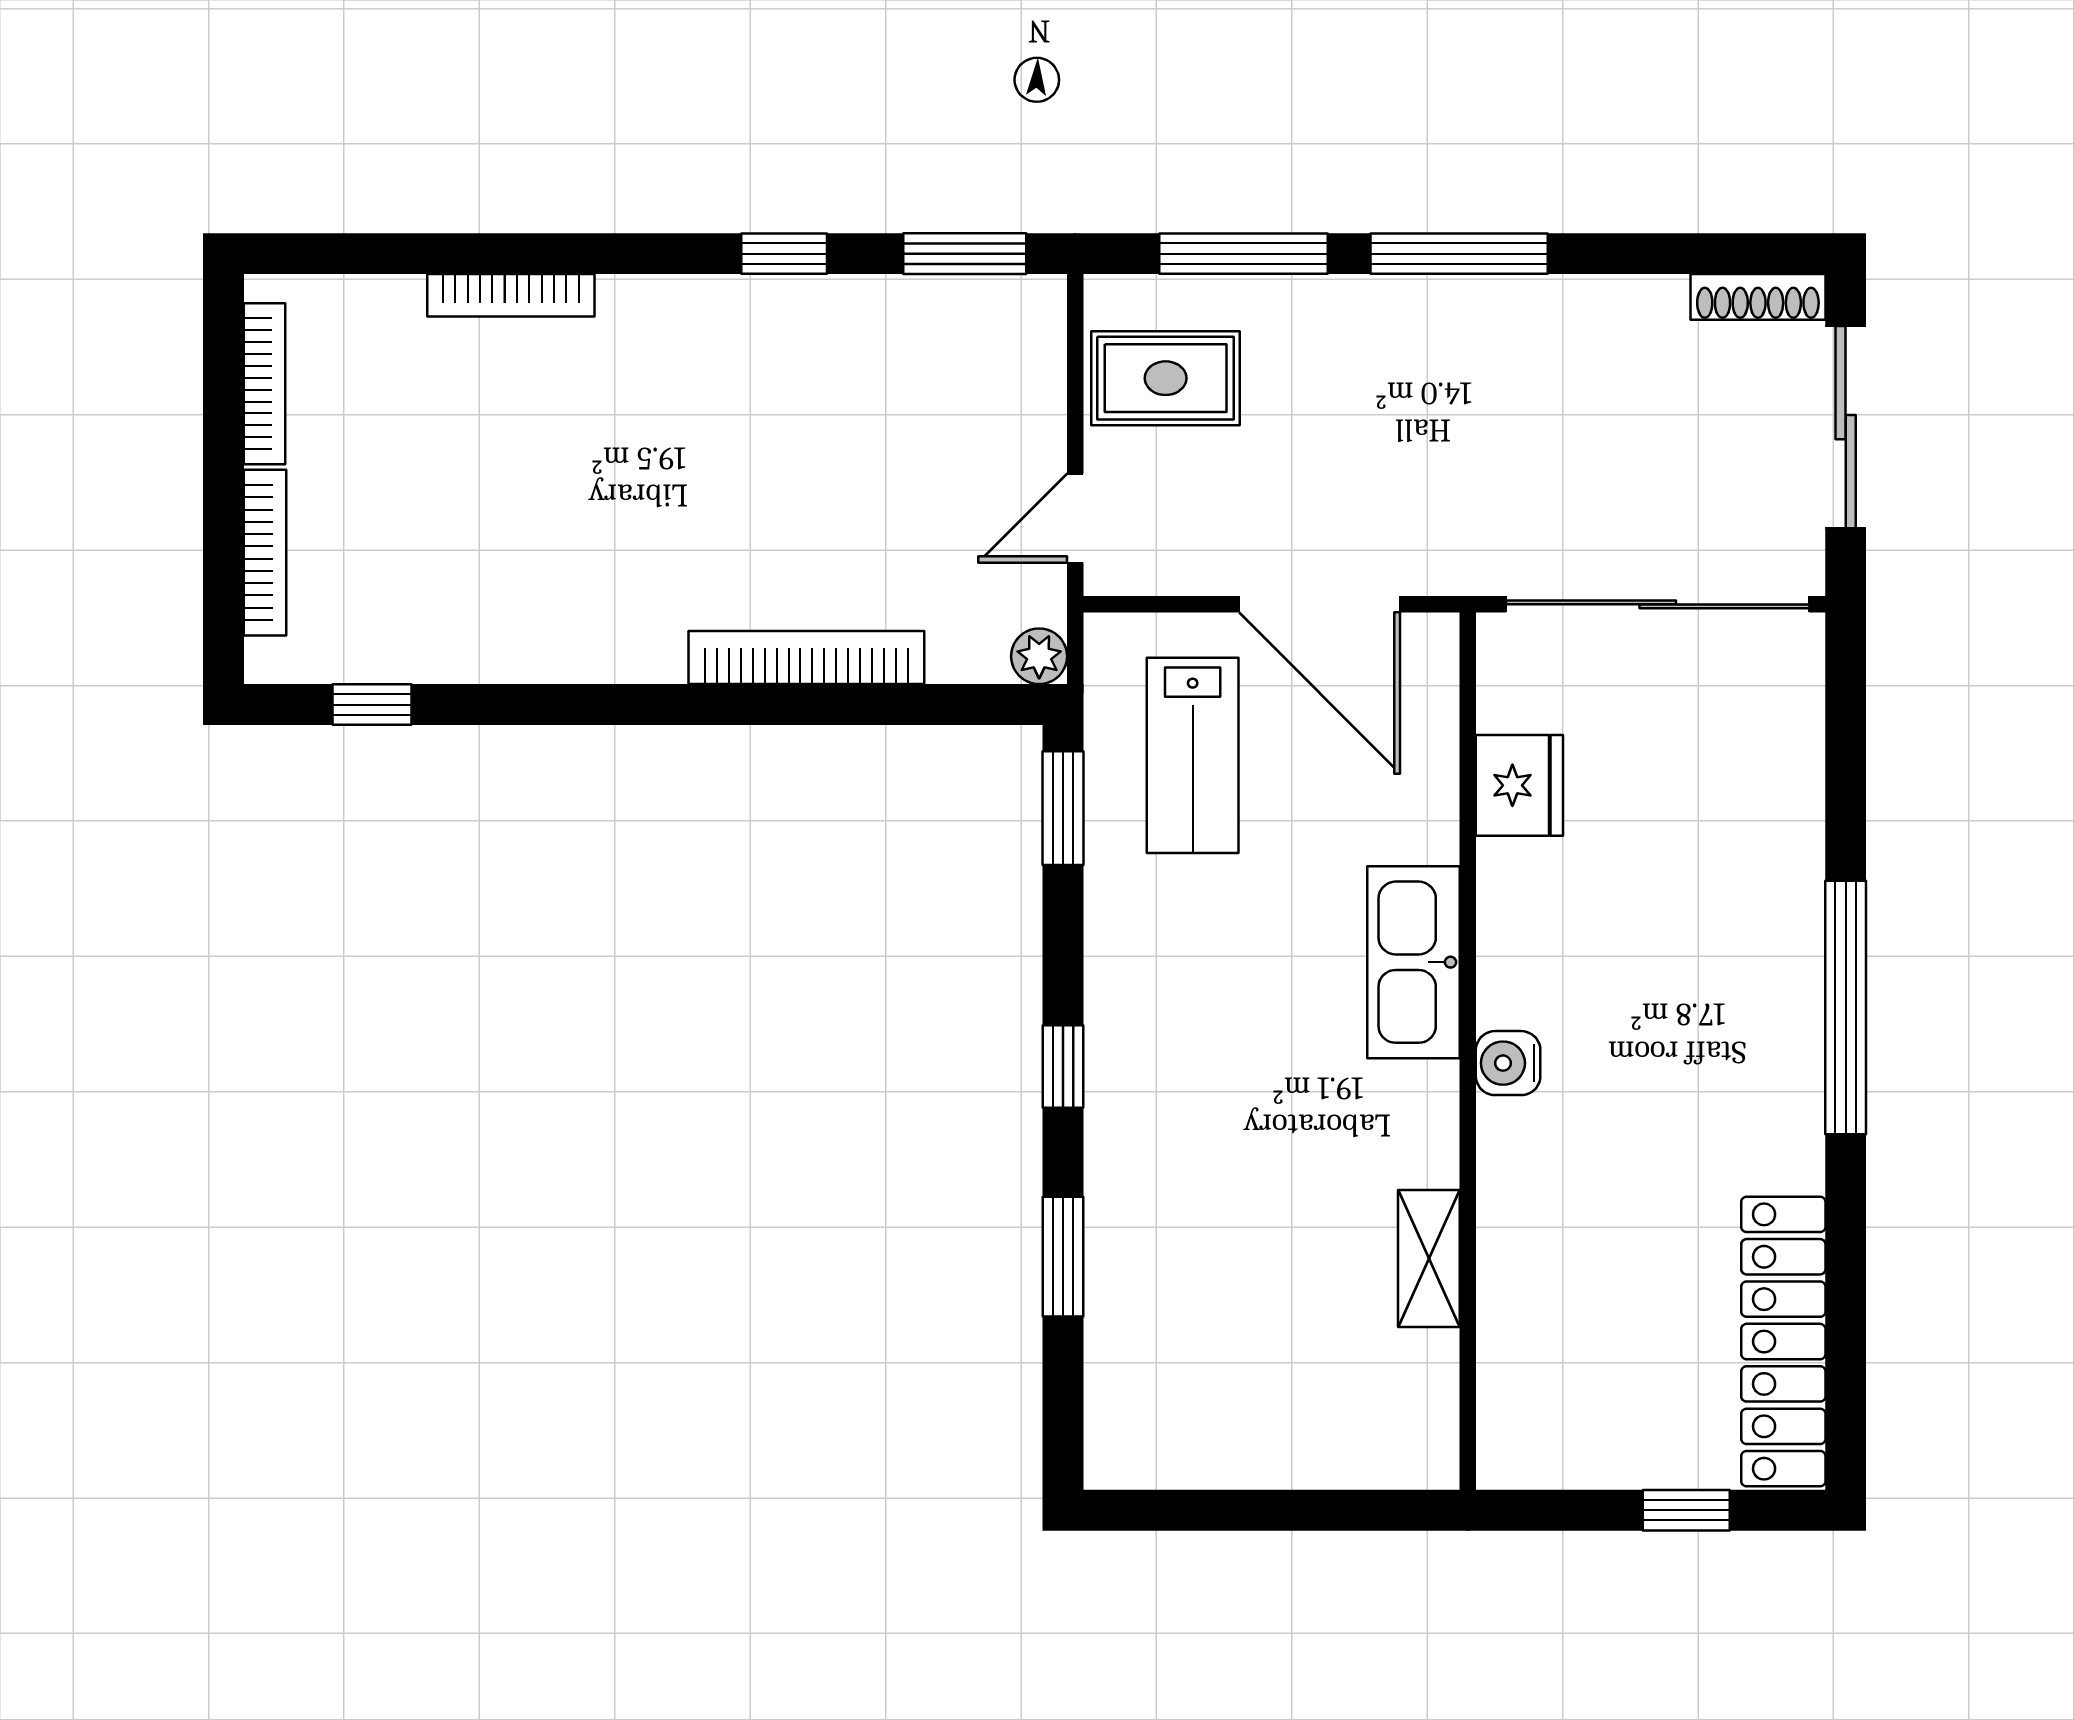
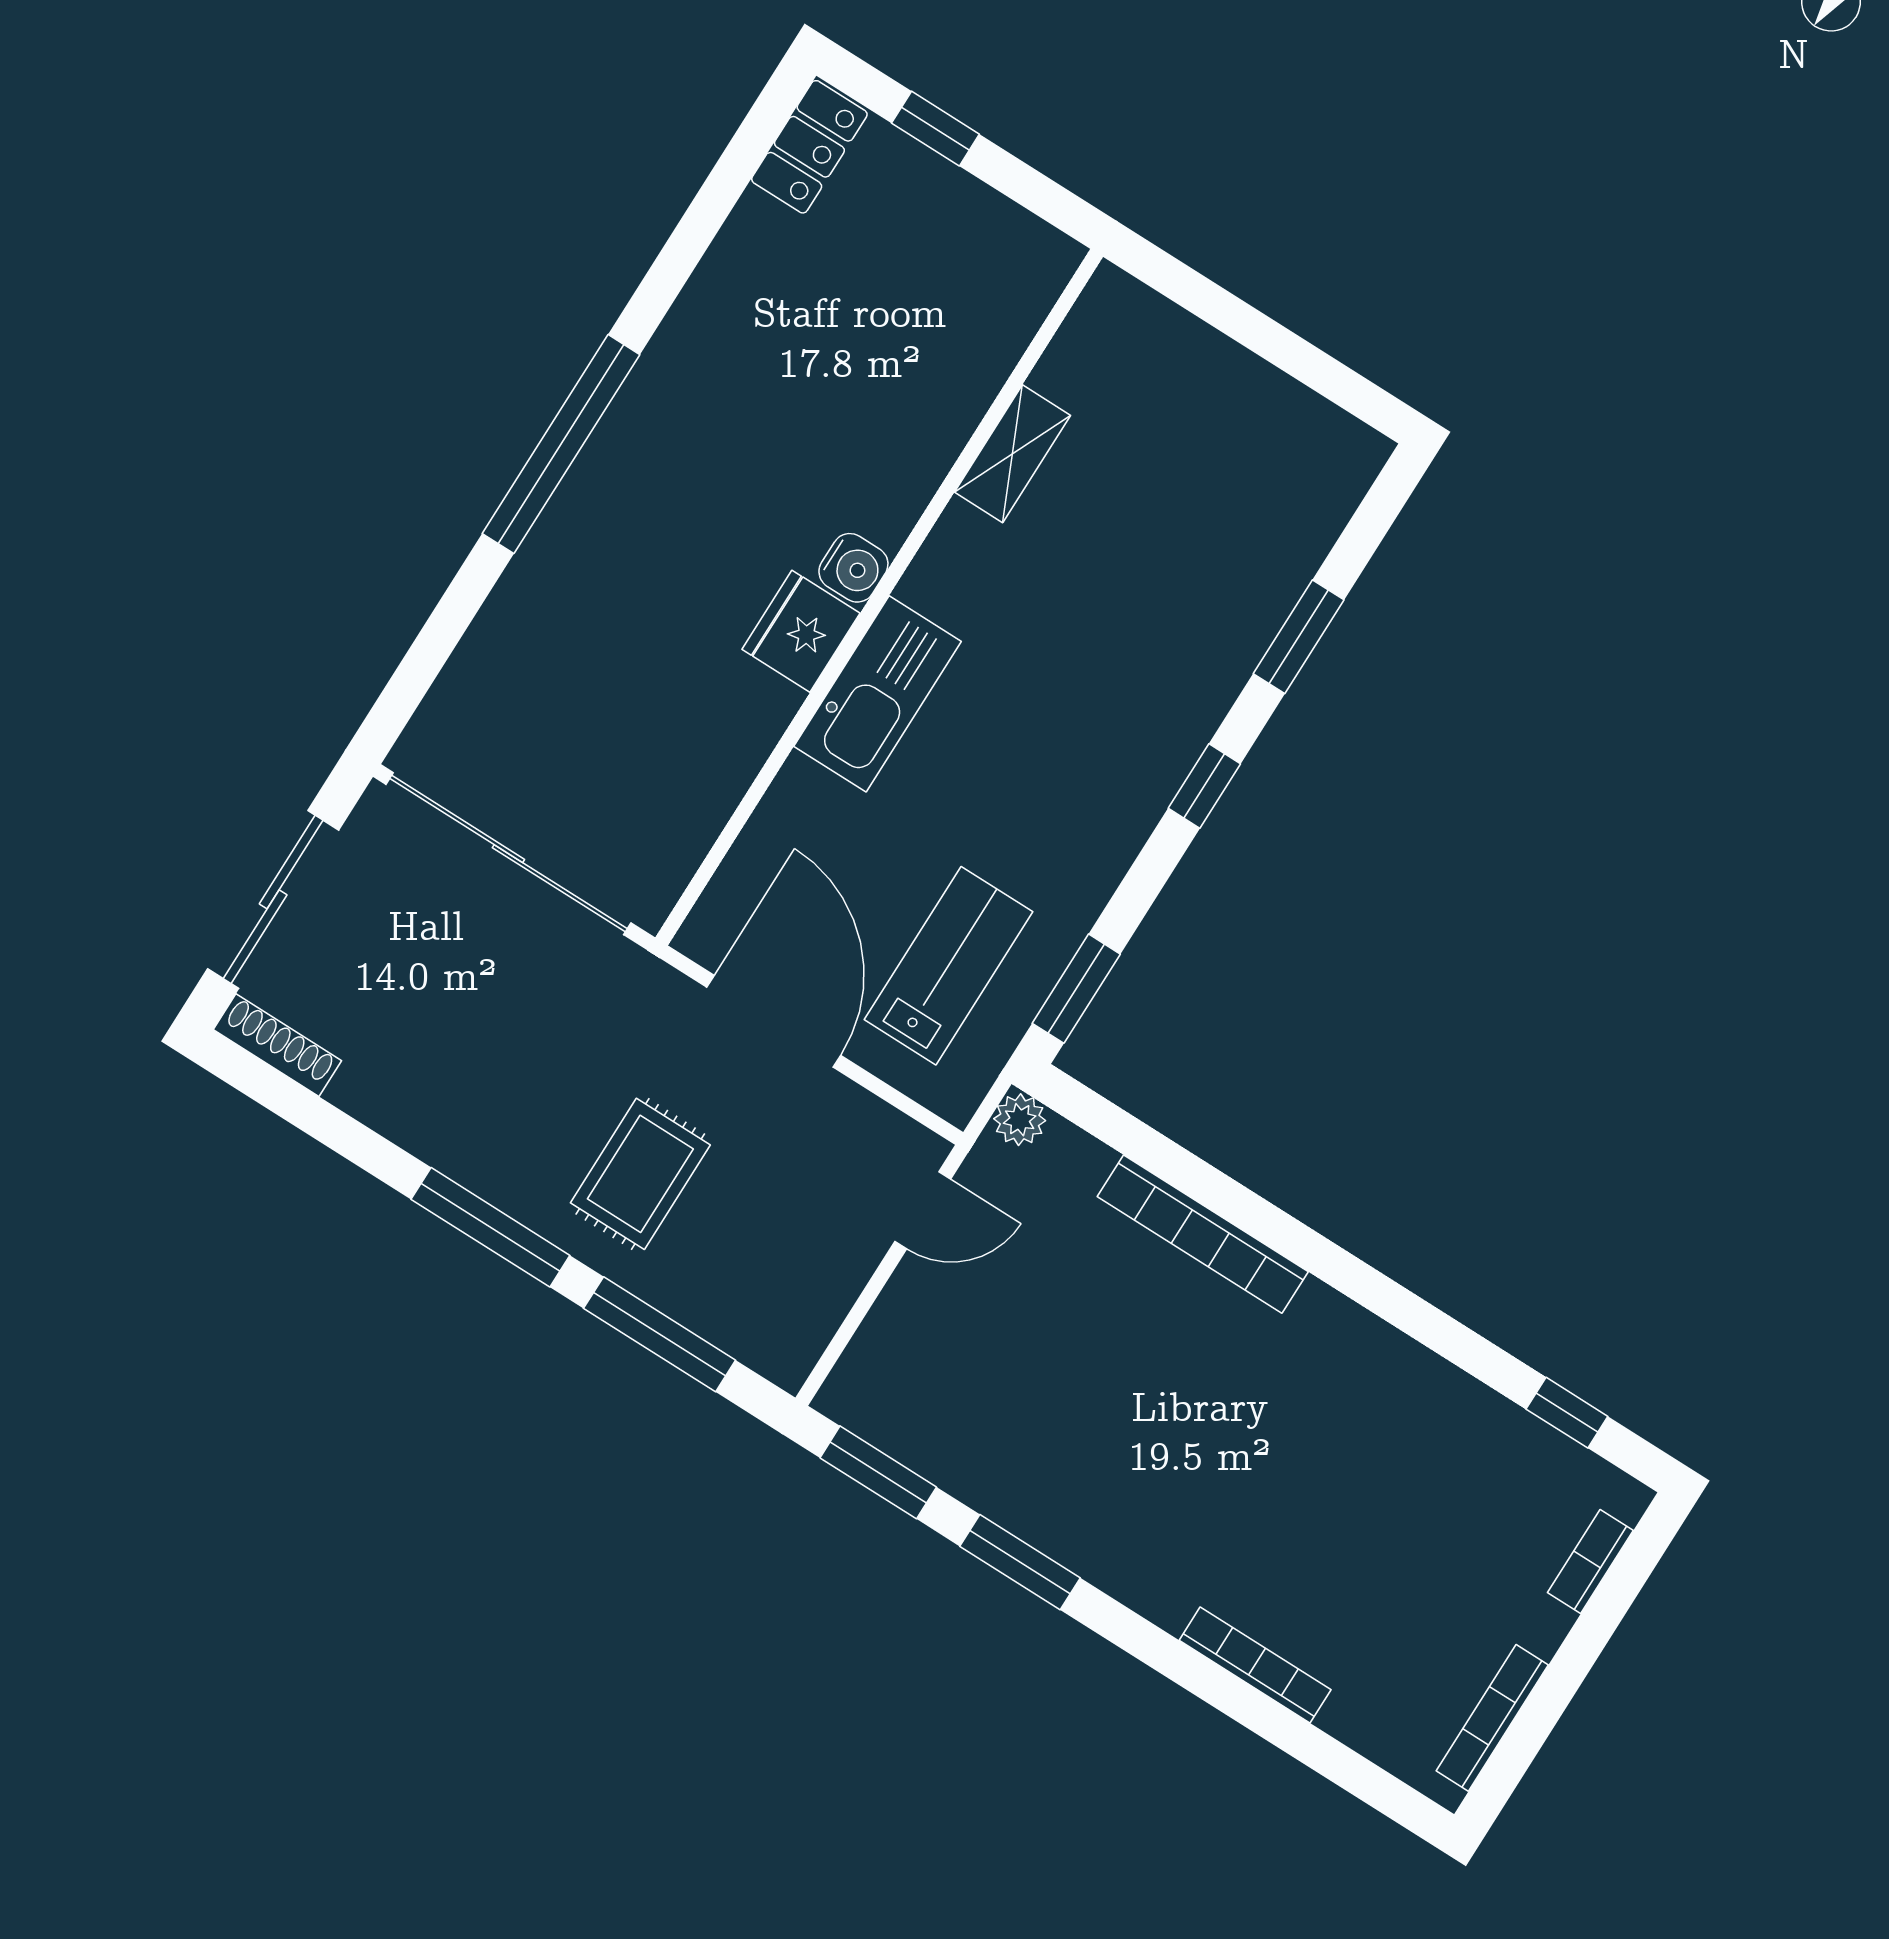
window: (784, 254) -> (1020, 1562), width x1.50
rug: (1166, 378) -> (640, 1174), moved, turned 90
bookcase: (265, 553) -> (1590, 1562), width x0.64
fridge: (1519, 785) -> (801, 631), moved
locker: (1783, 1342) -> (809, 147), width x0.46, depth x0.83

